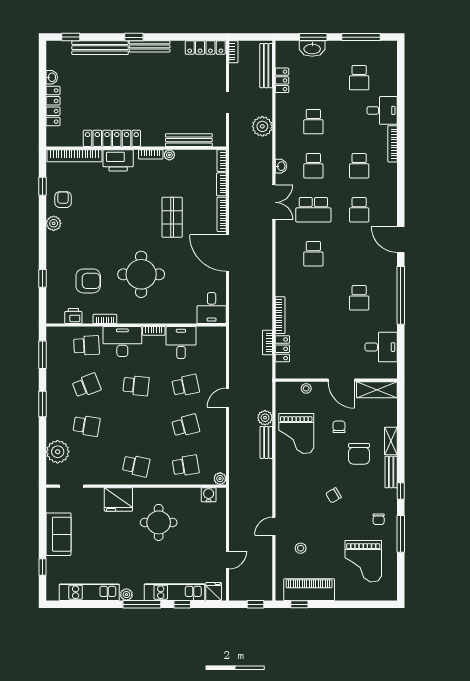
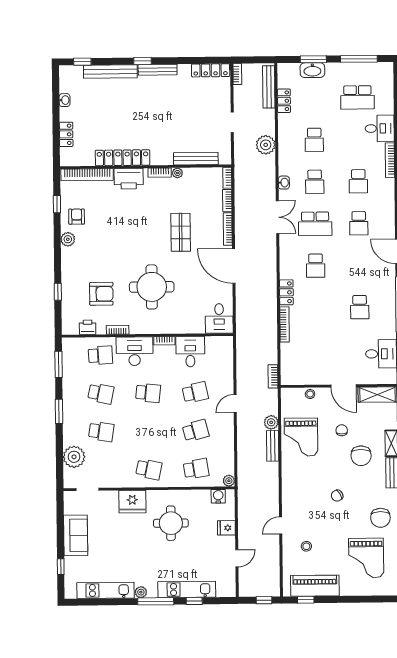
school desk: (359, 78) -> (357, 97), width x1.85
locker: (53, 106) -> (66, 134), width x0.66
bookcase: (267, 343) -> (273, 376), moved
locker: (282, 349) -> (286, 292), moved
school desk: (87, 386) -> (101, 393), turned 33
chair: (379, 519) -> (380, 518), width x1.87, depth x1.87
fridge: (214, 591) -> (226, 528), moved, turned -90

